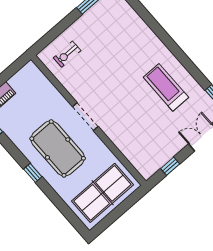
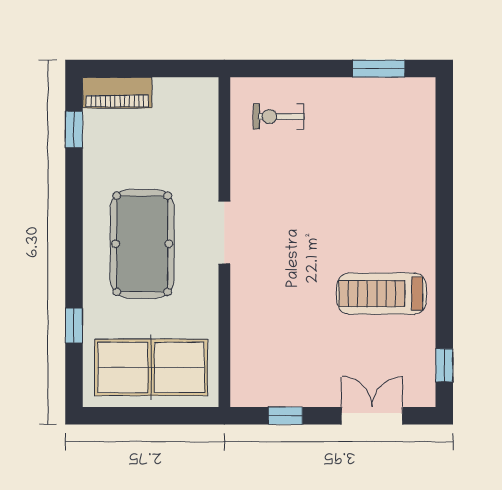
treadmill: (166, 87) -> (382, 294), turned -90
window: (33, 173) -> (74, 325), moved

